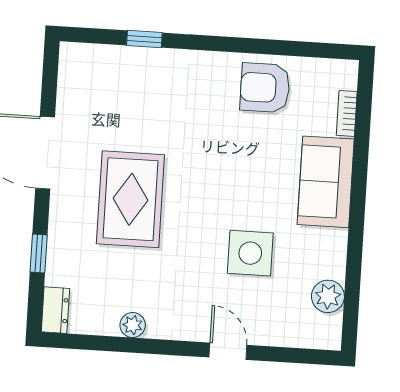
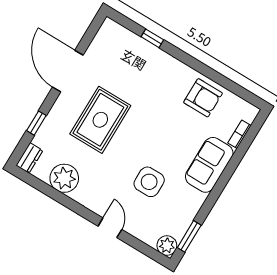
armchair: (265, 88) -> (203, 98), turned 180
plant: (328, 296) -> (167, 246), moved
window: (351, 303) -> (189, 236), added
plant: (133, 325) -> (64, 178), width x1.87, depth x1.87

